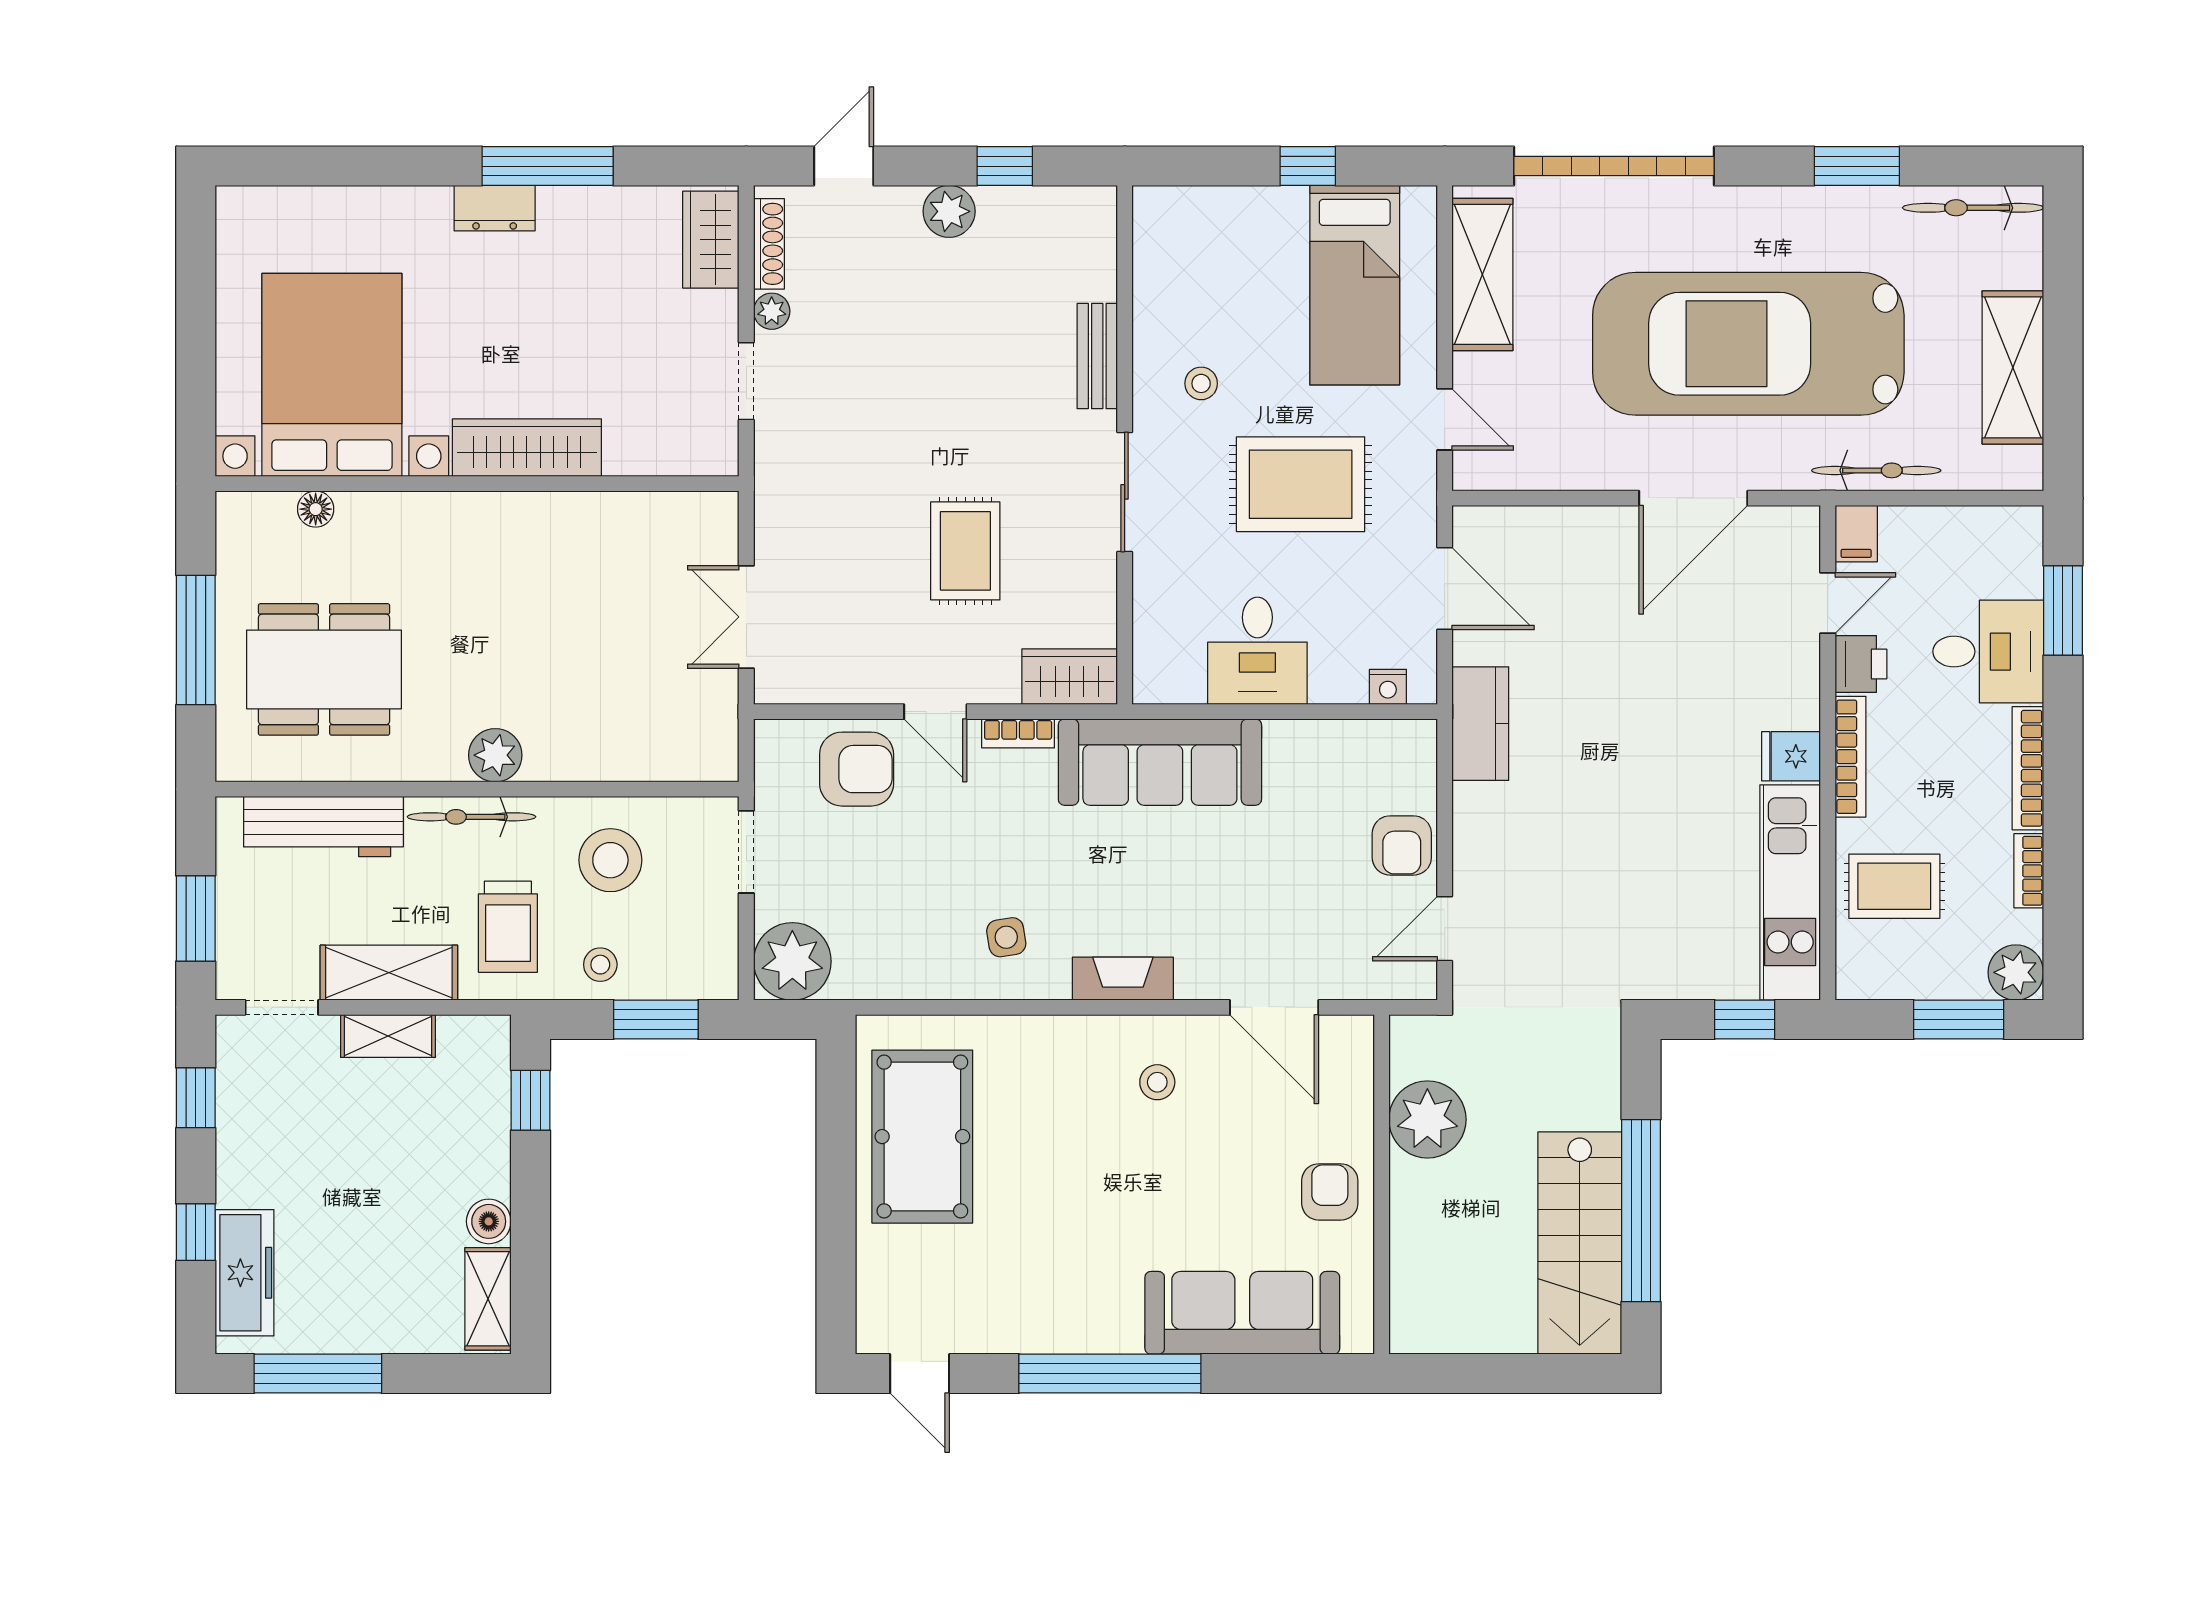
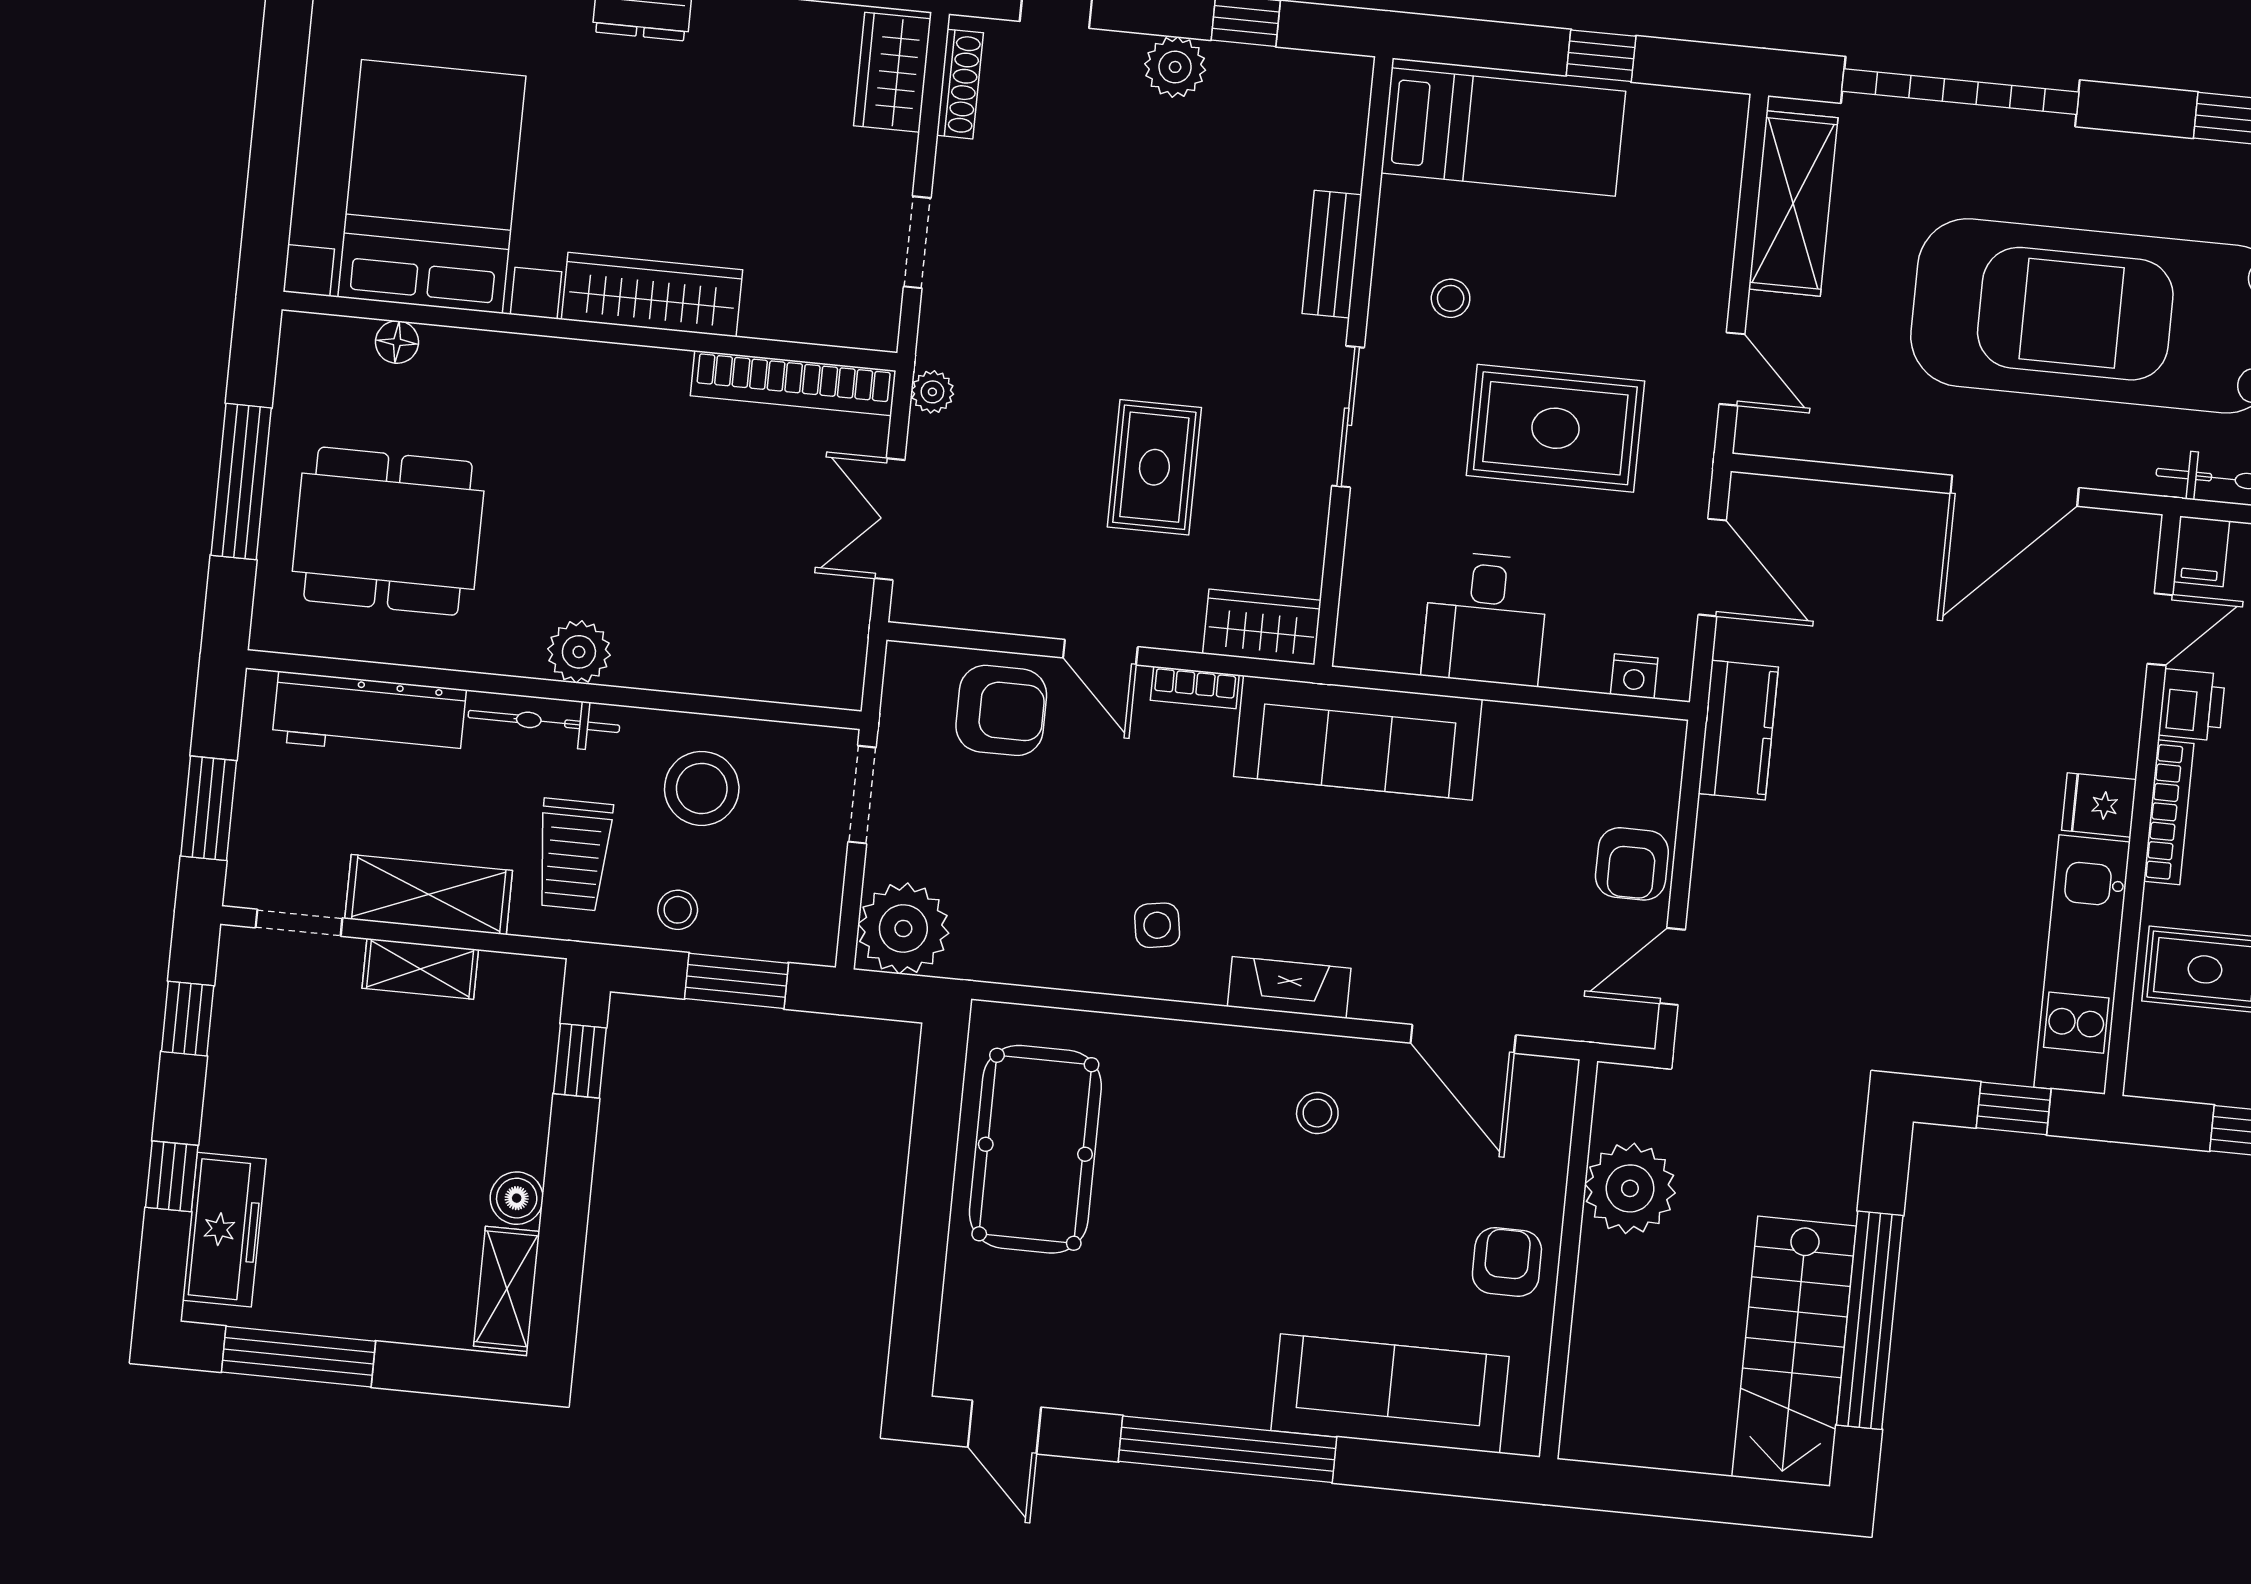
bed: (1355, 285) -> (1503, 132), moved, turned -90
plant: (772, 311) -> (932, 392), moved
bookcase: (653, 510) -> (793, 383), added

